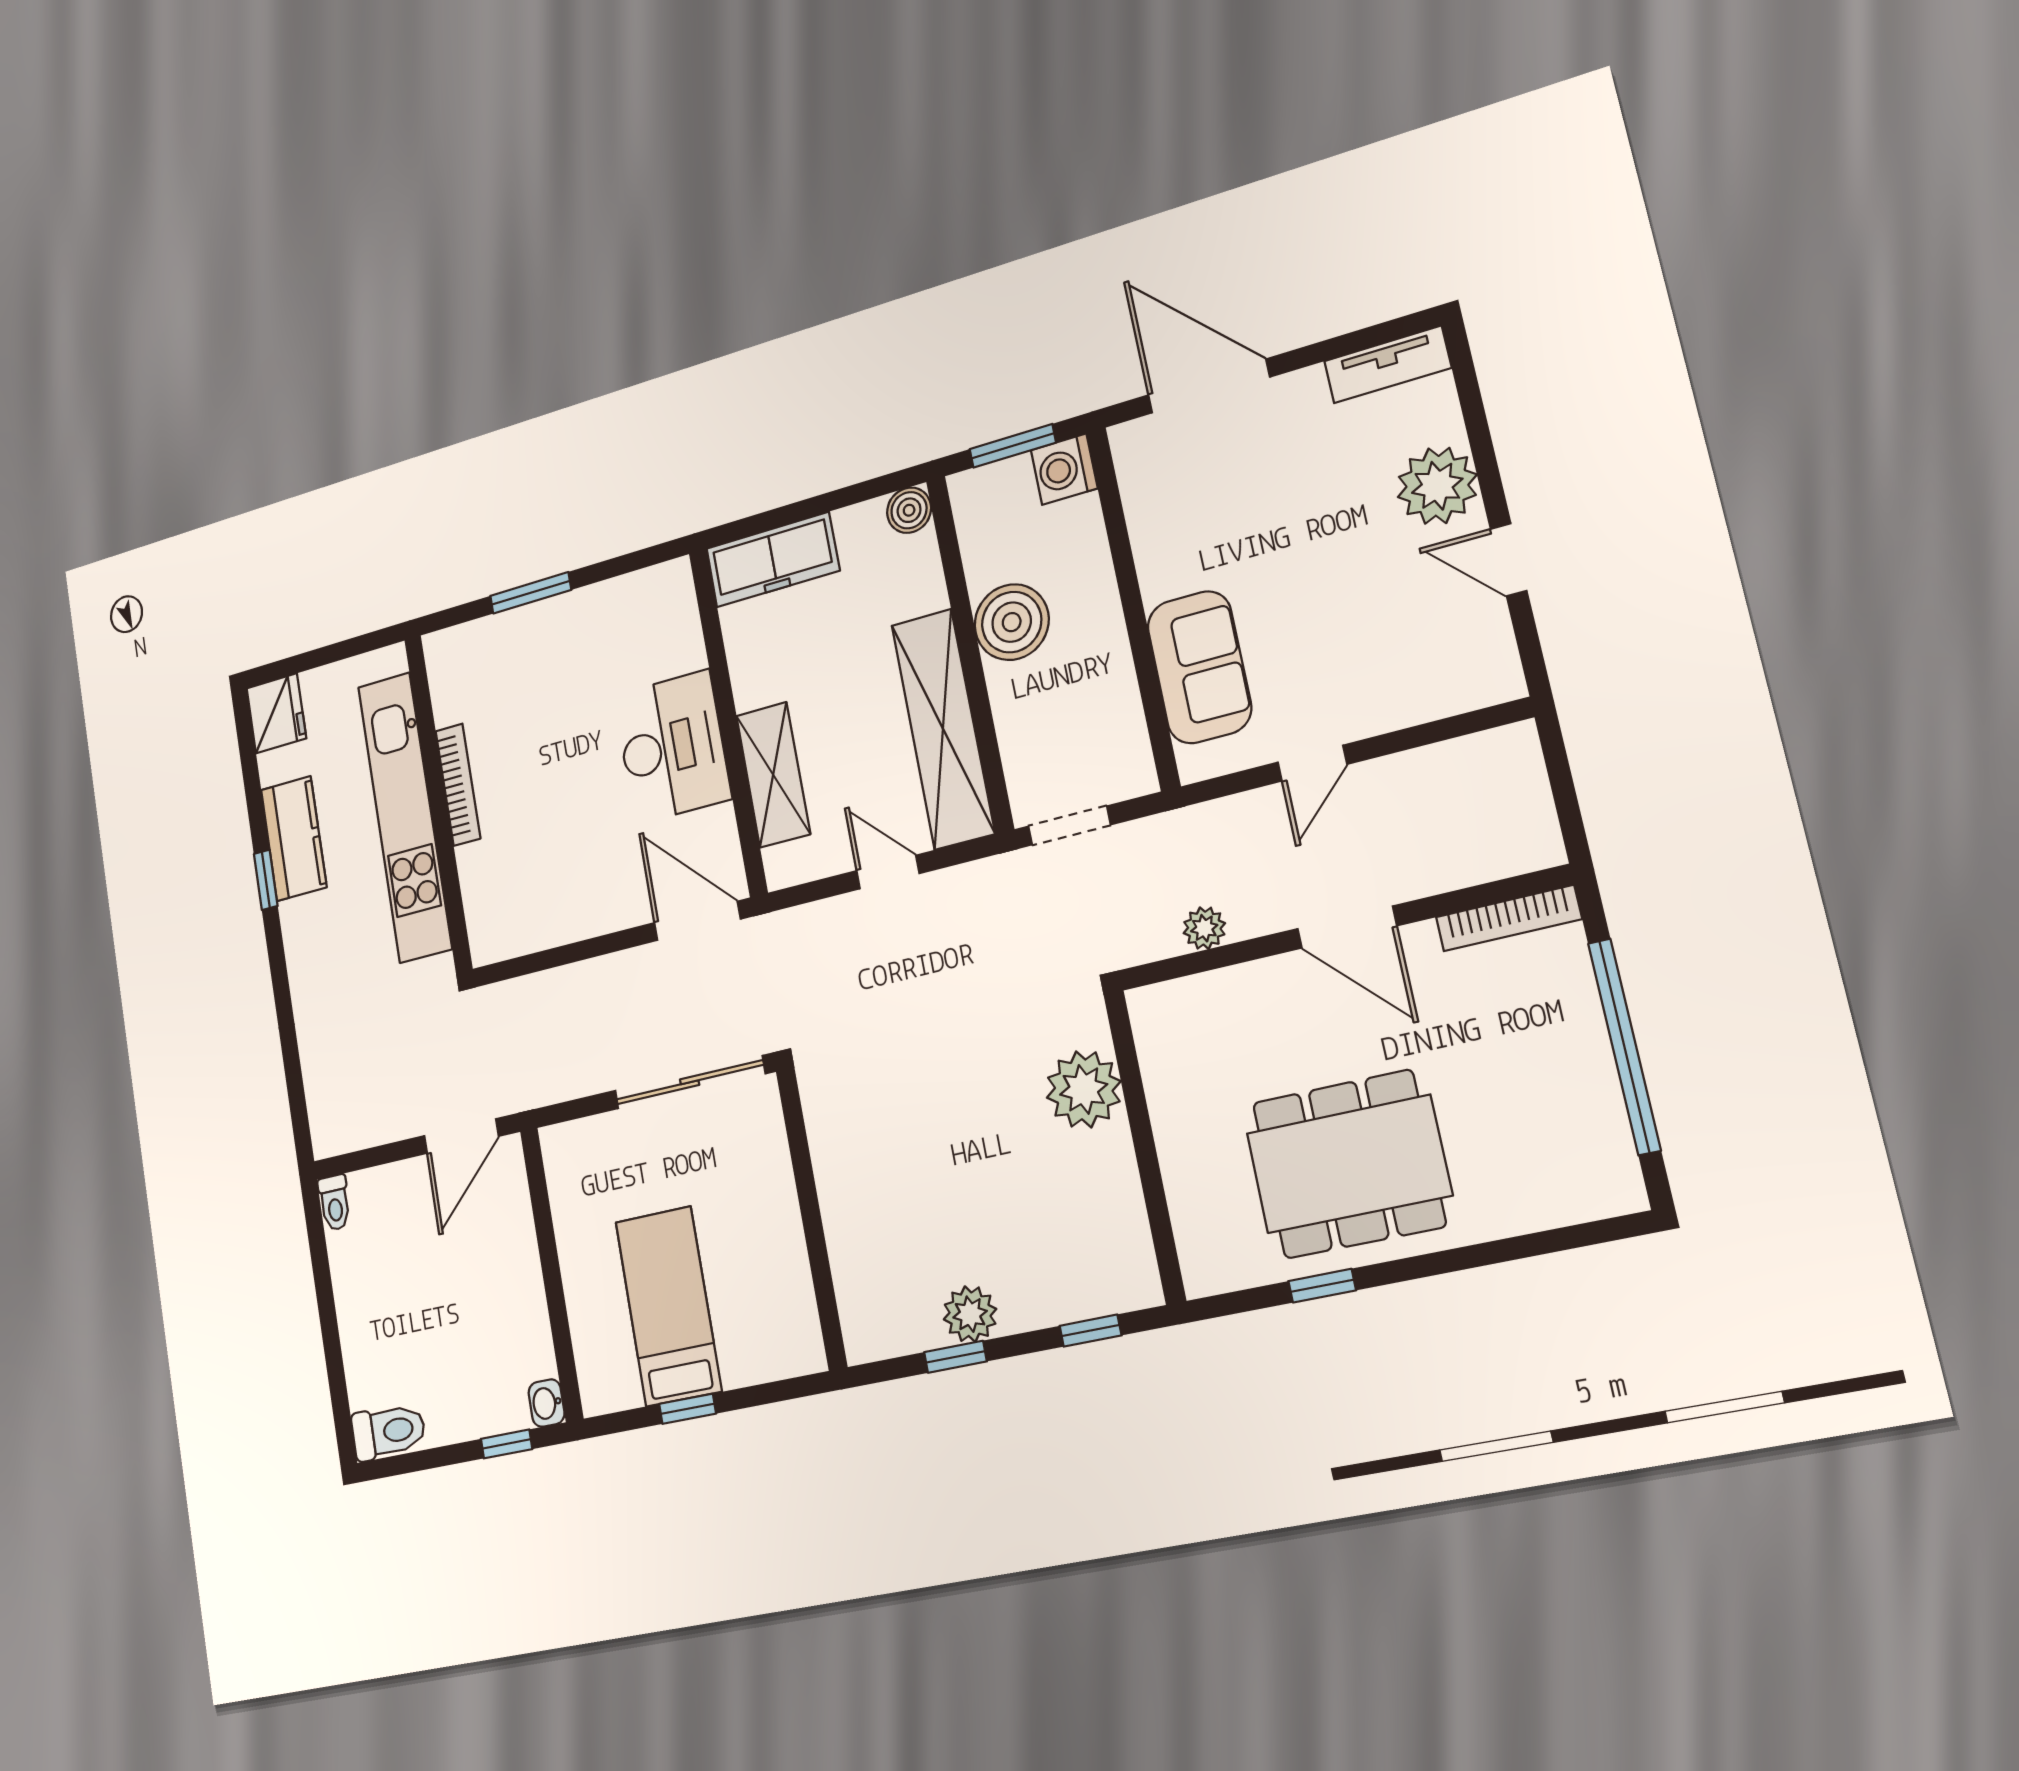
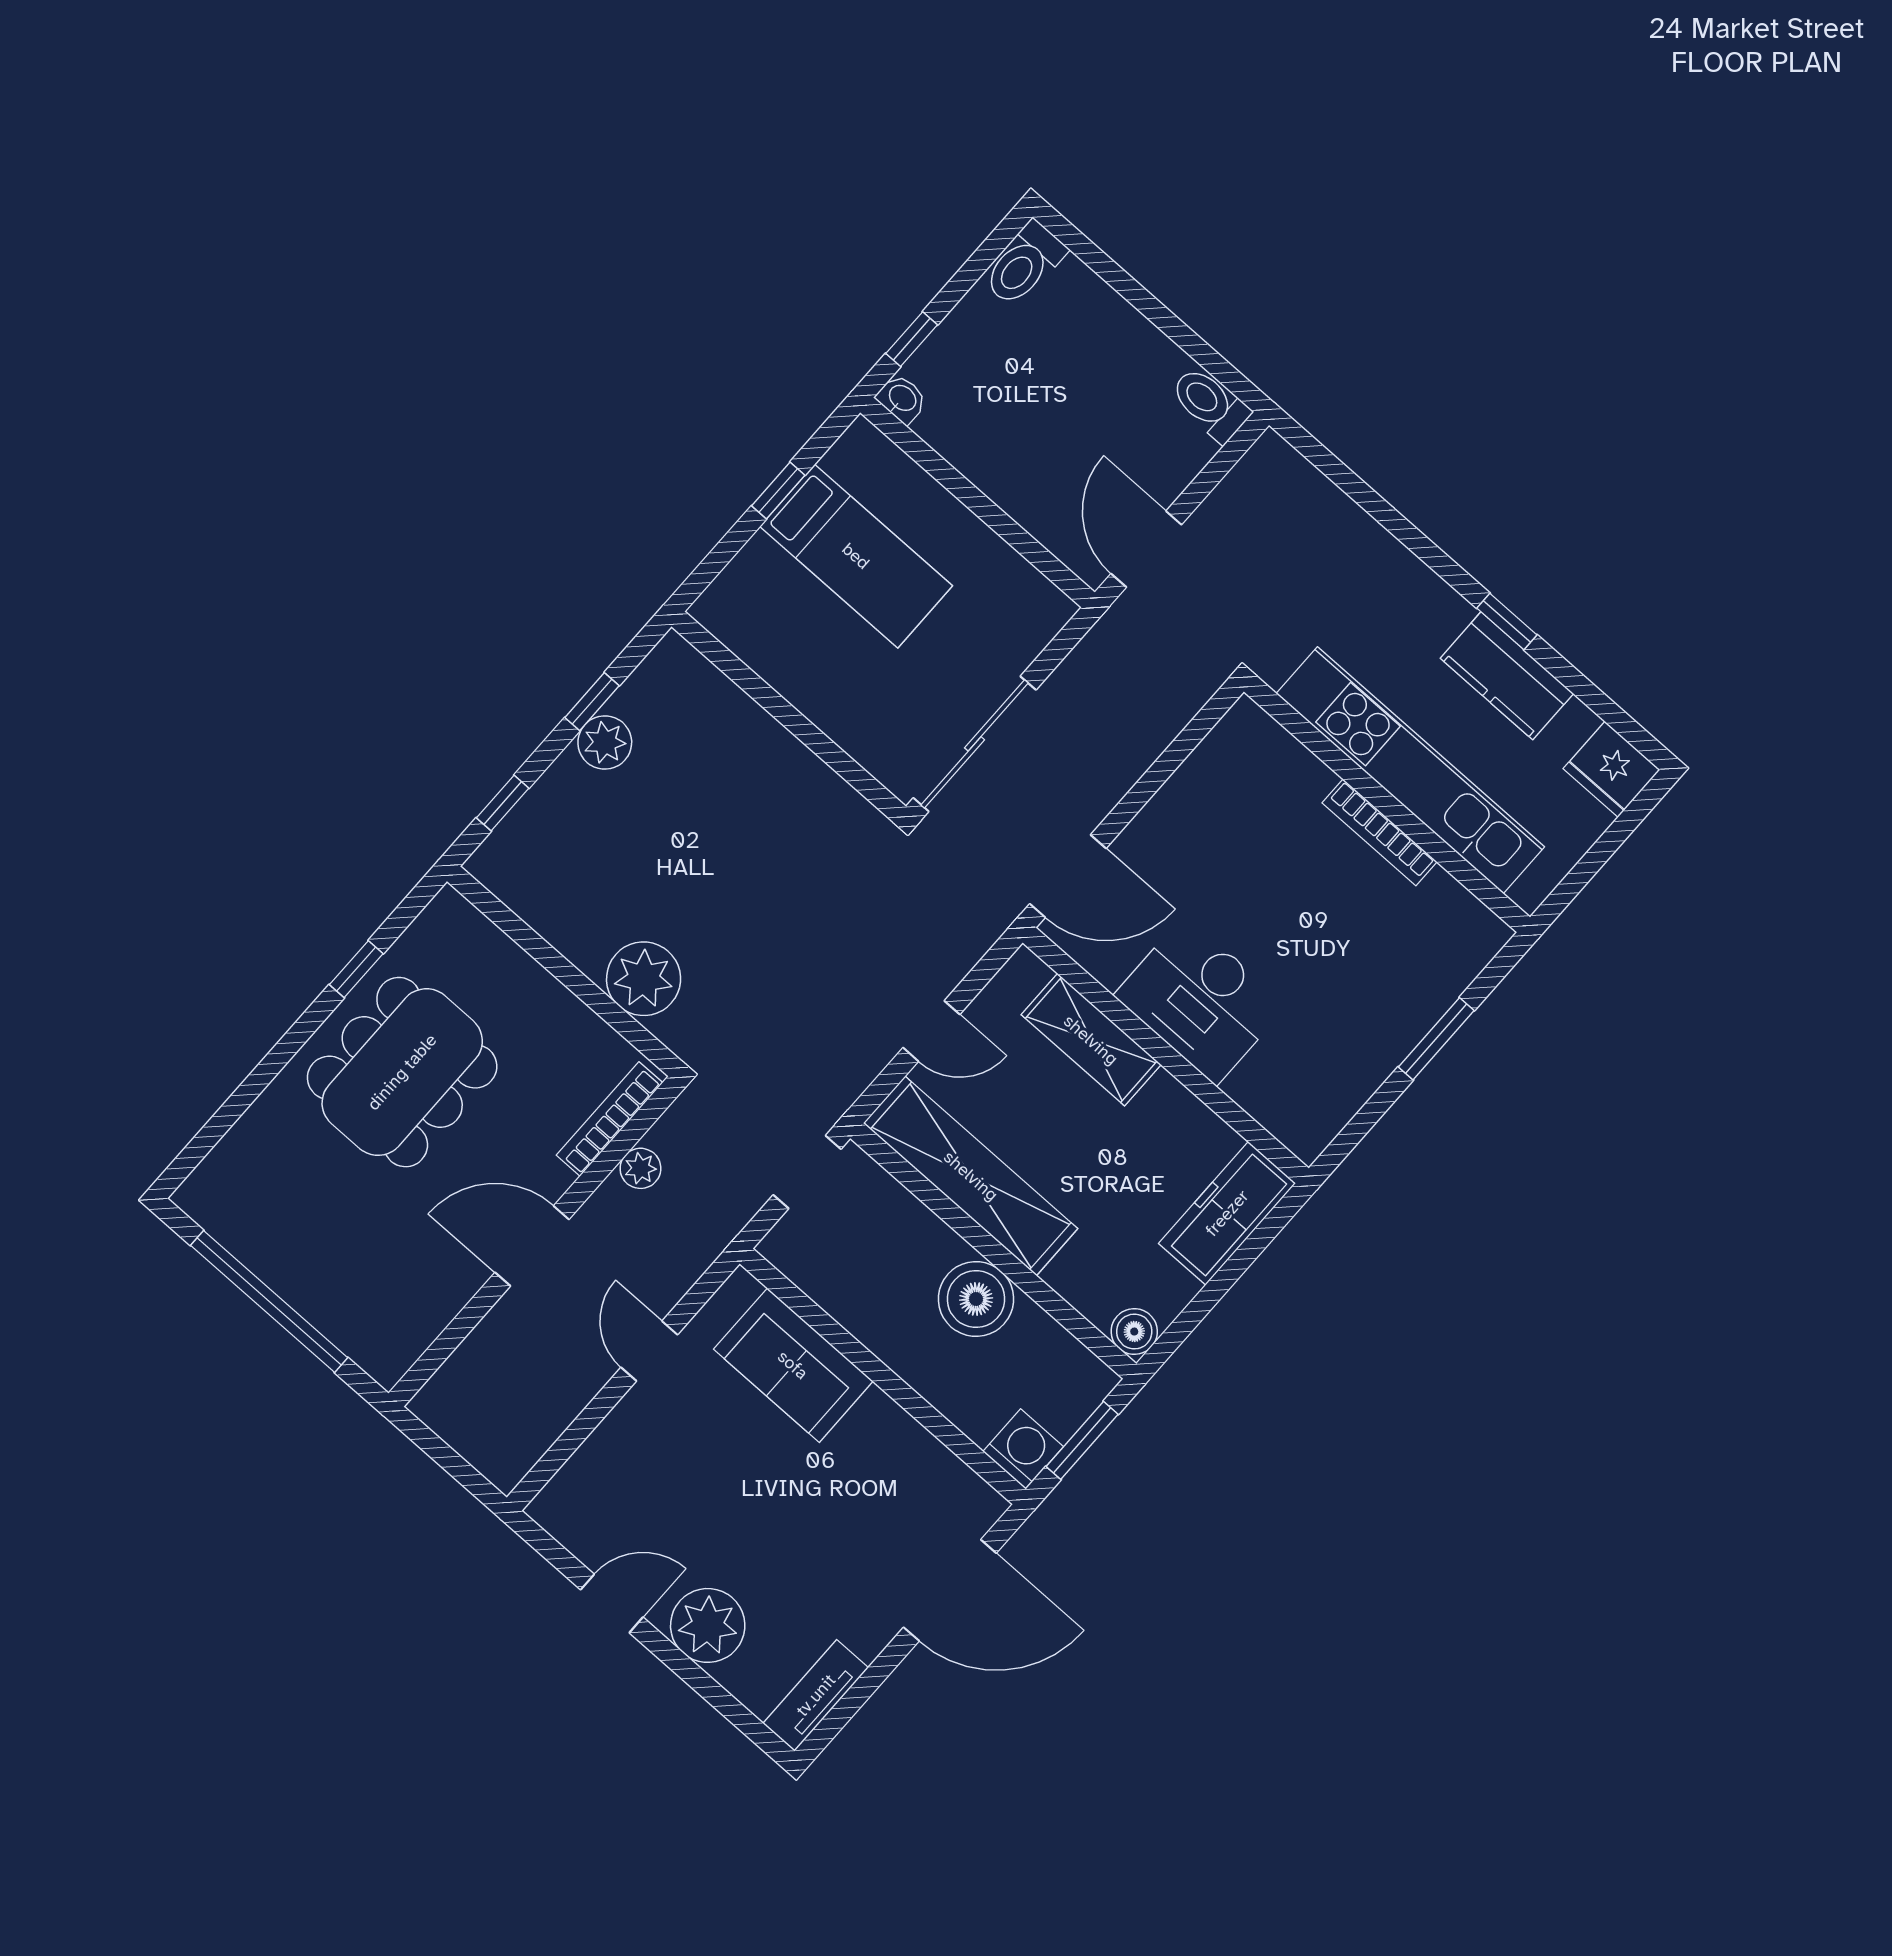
bookcase: (1509, 918) -> (609, 1119), moved
toilet: (335, 1203) -> (1210, 404), width x1.37, depth x1.39

